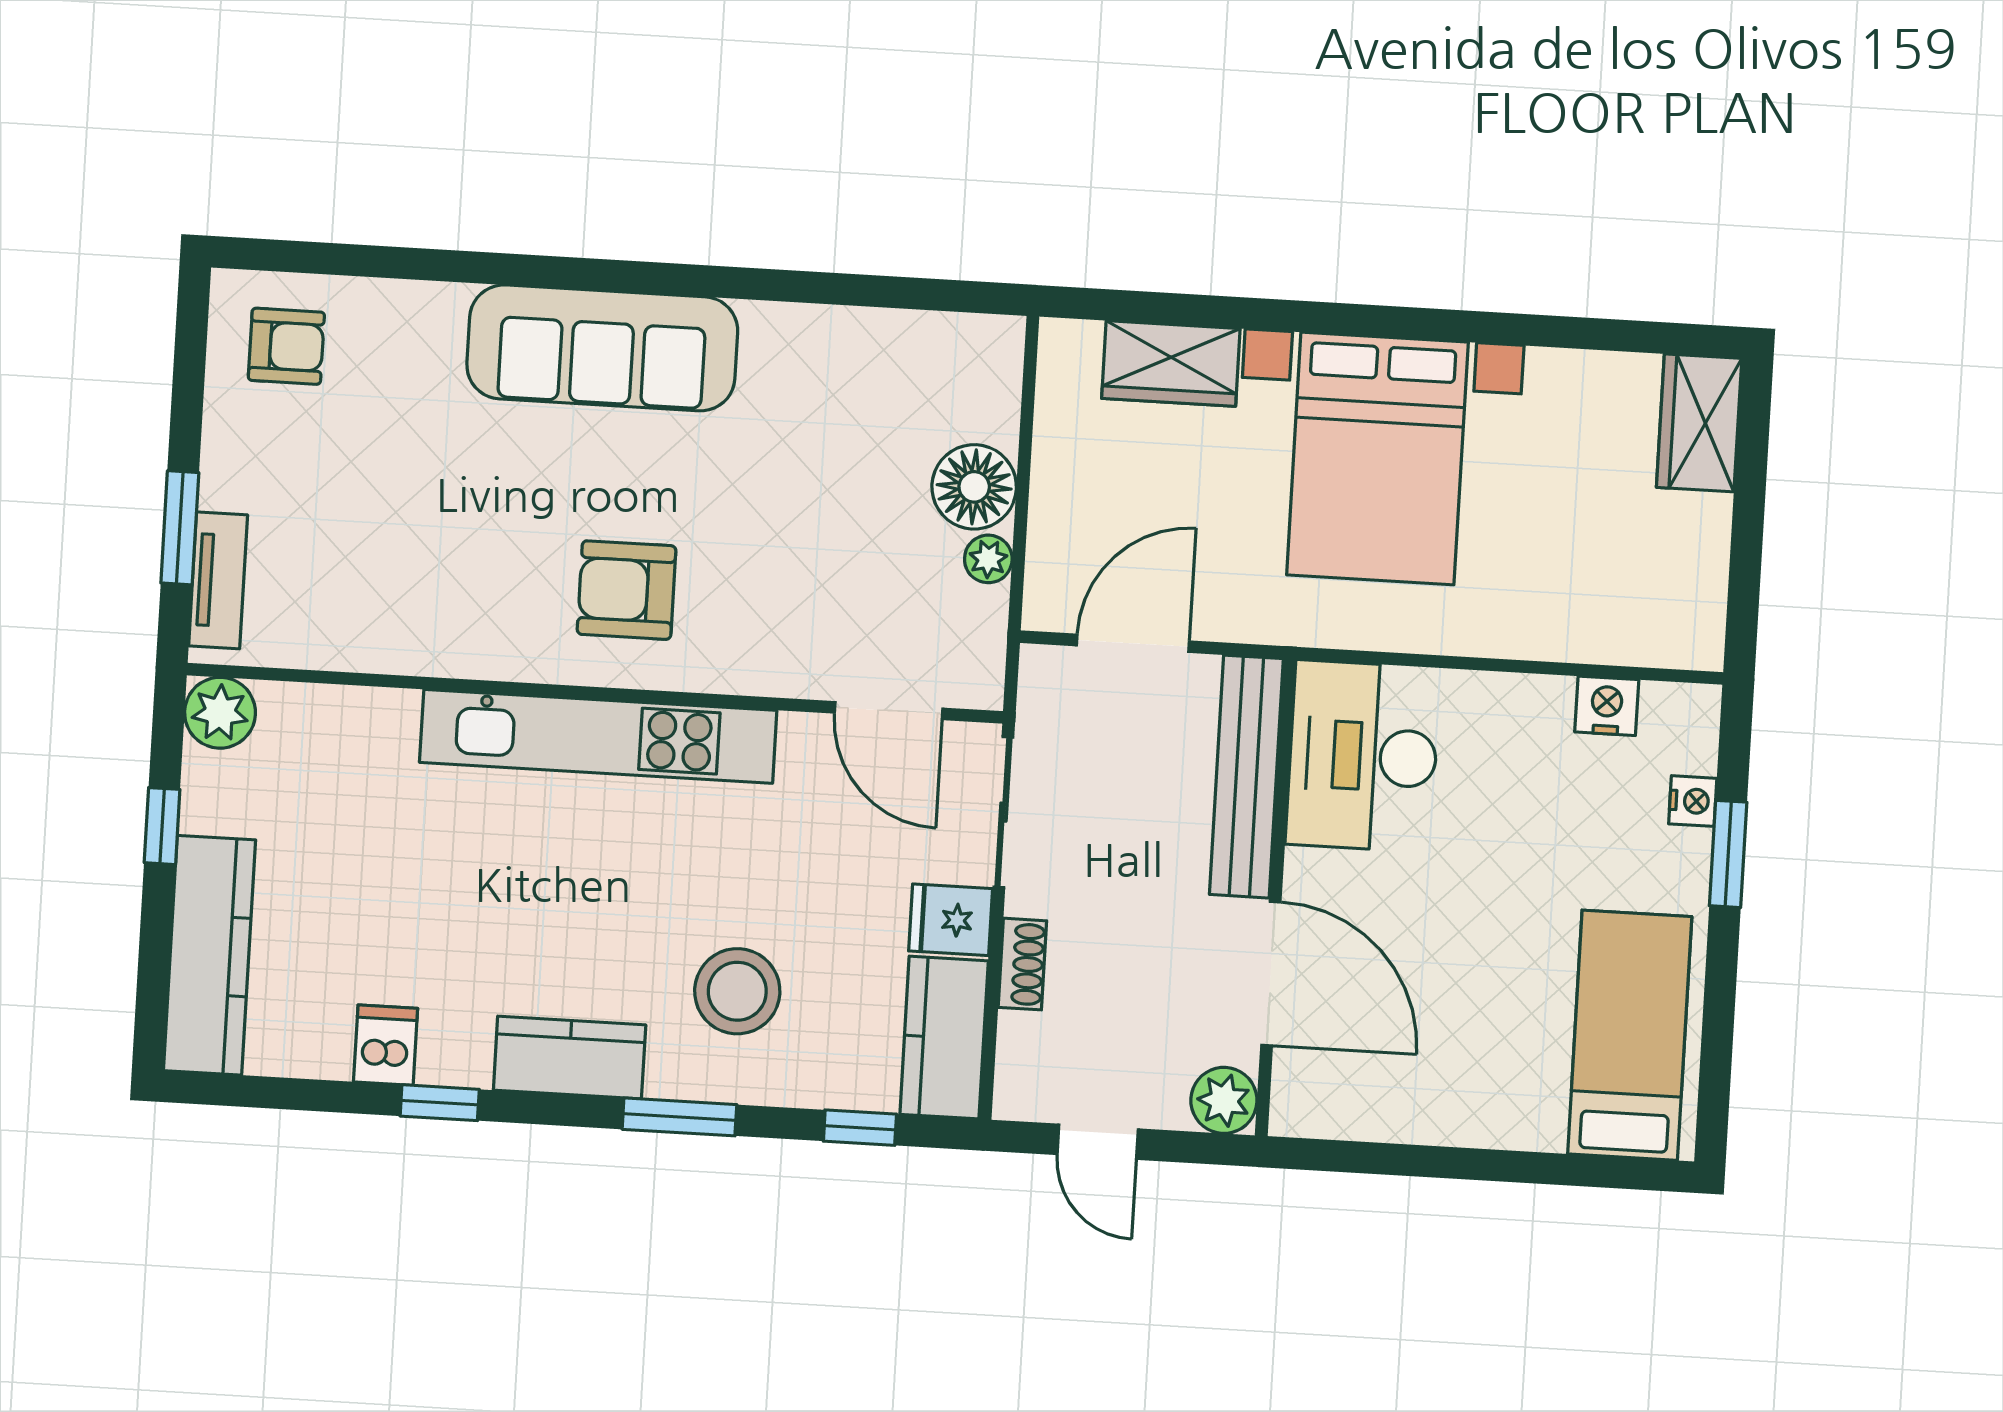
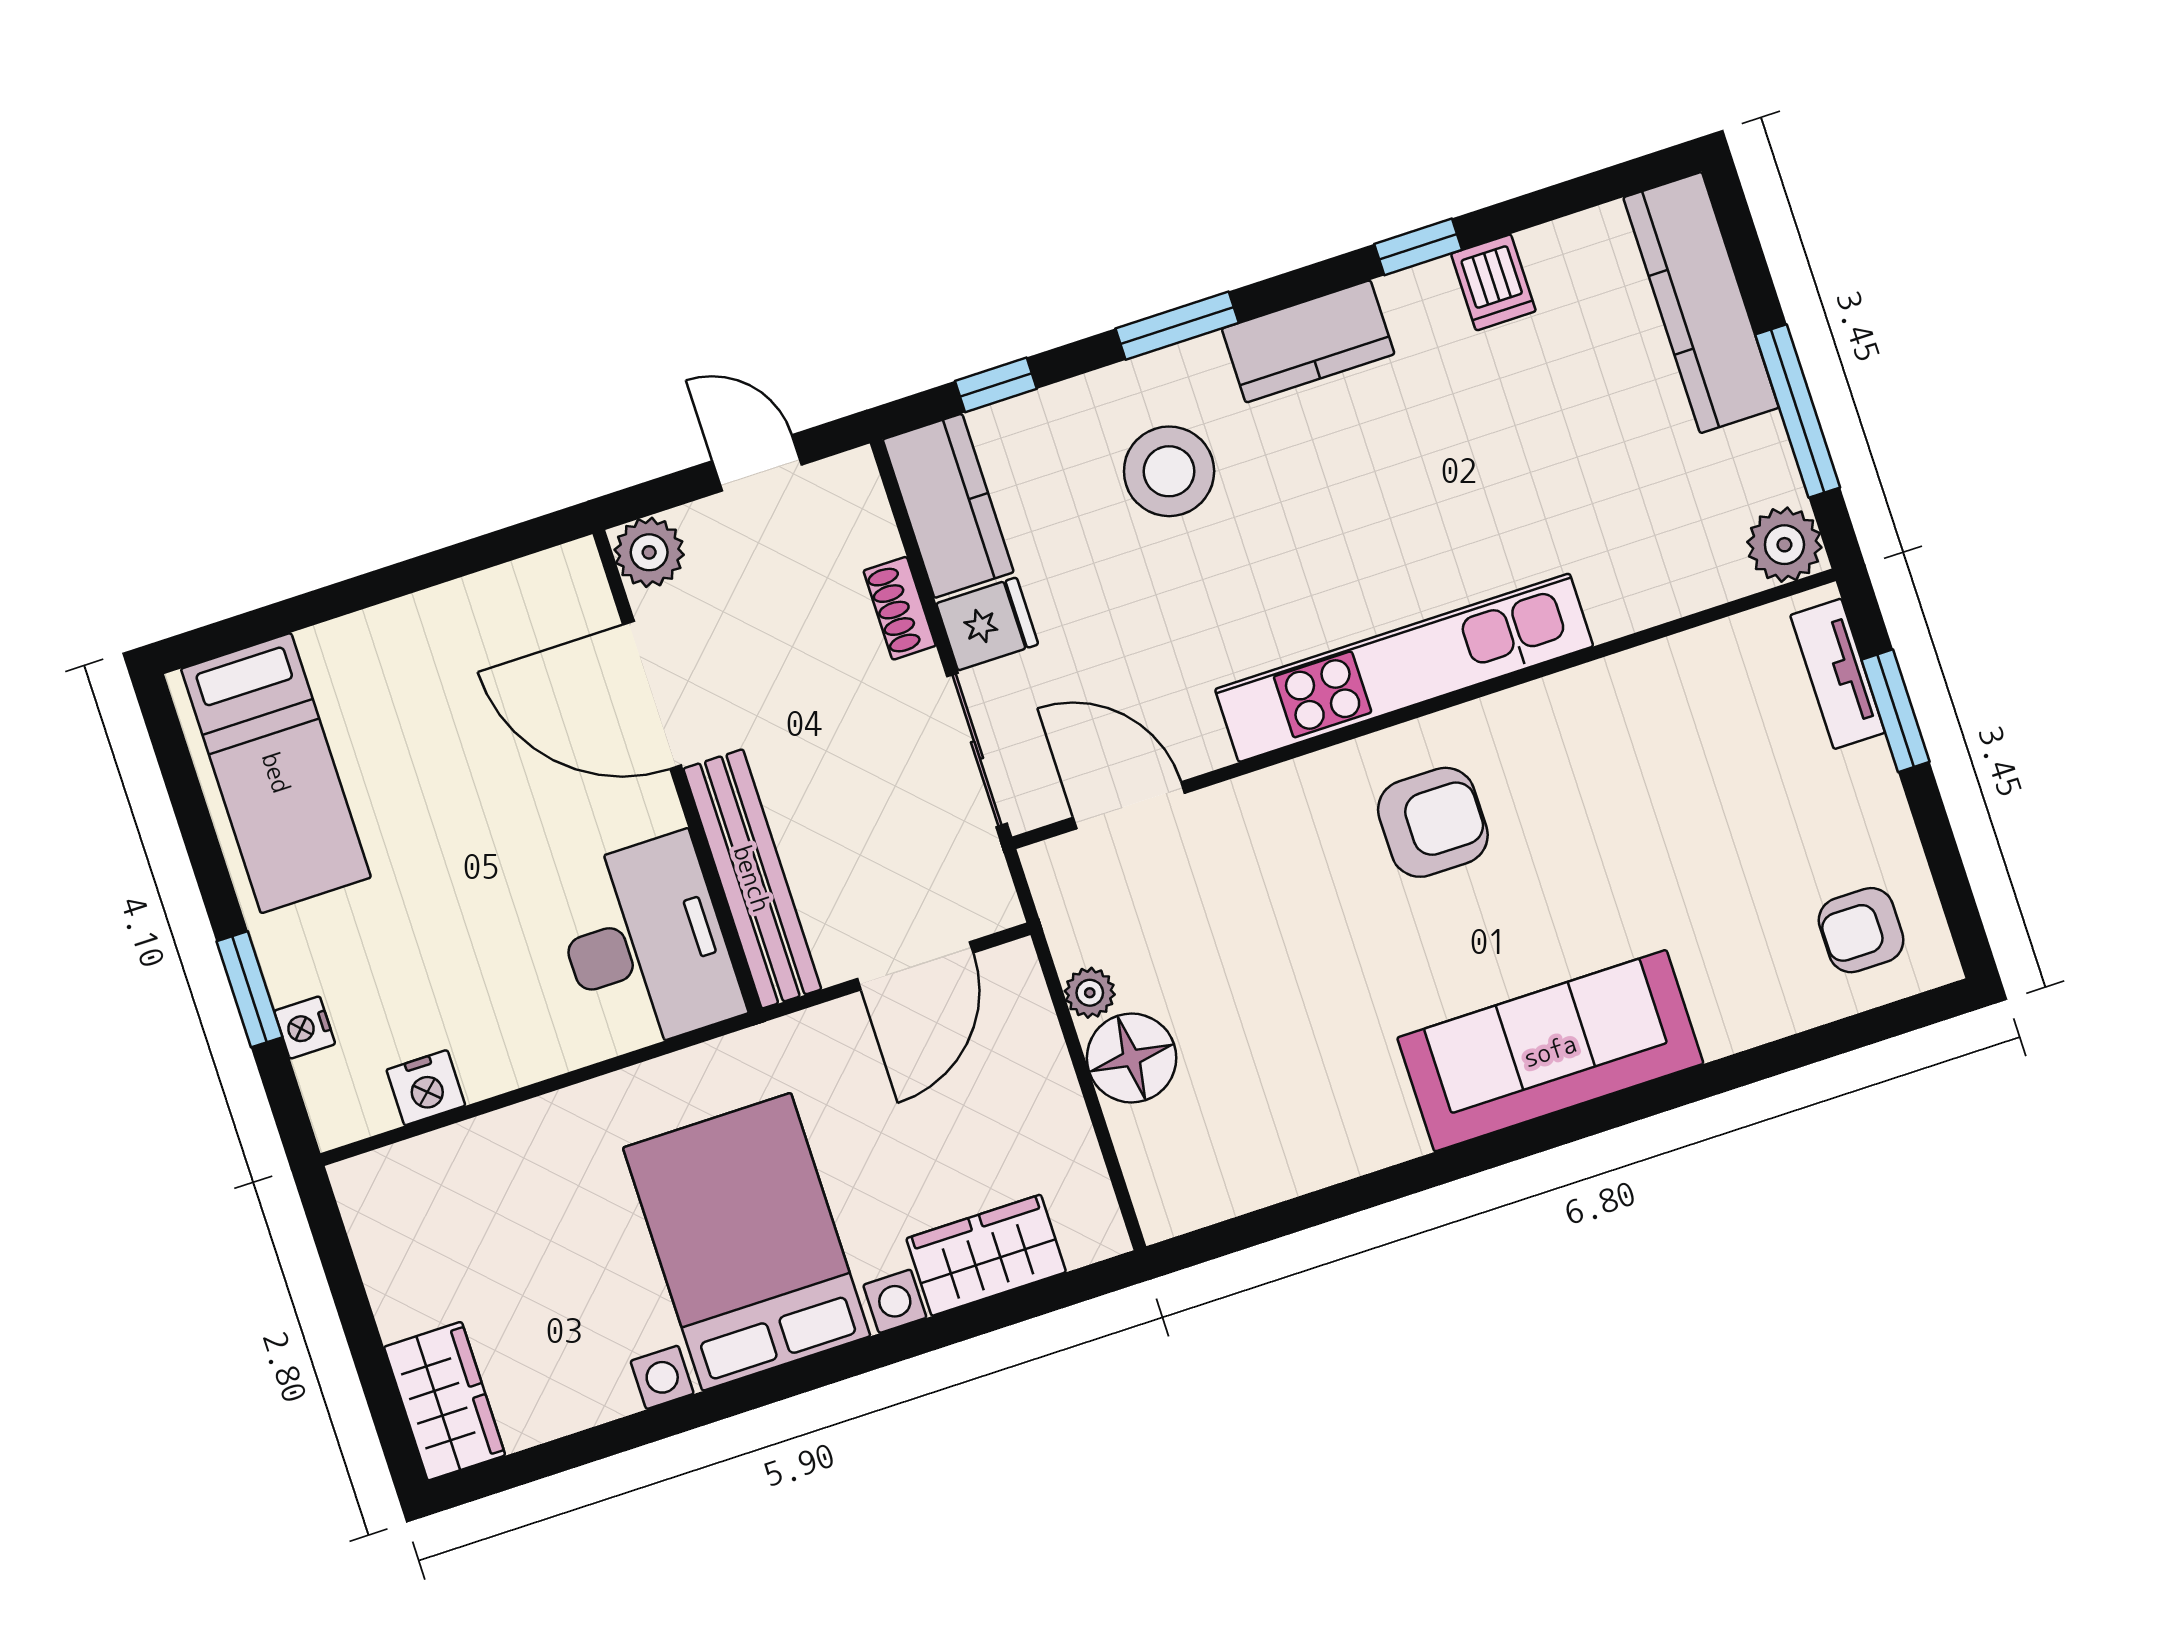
window: (162, 826) -> (1798, 411), width x2.17

